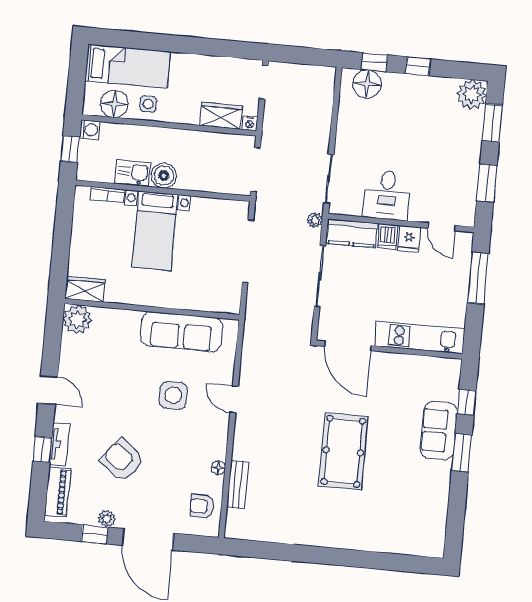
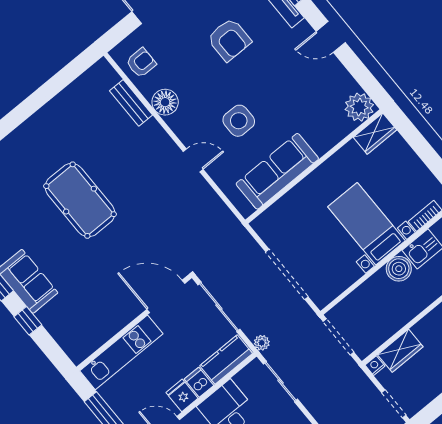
kitchen unit: (420, 338) -> (121, 352), moved
door: (348, 346) -> (166, 296), moved
wall: (389, 350) -> (134, 322), moved
armchair: (122, 460) -> (229, 40), turned 52
floor lamp: (218, 468) -> (165, 102), width x1.89, depth x1.89

